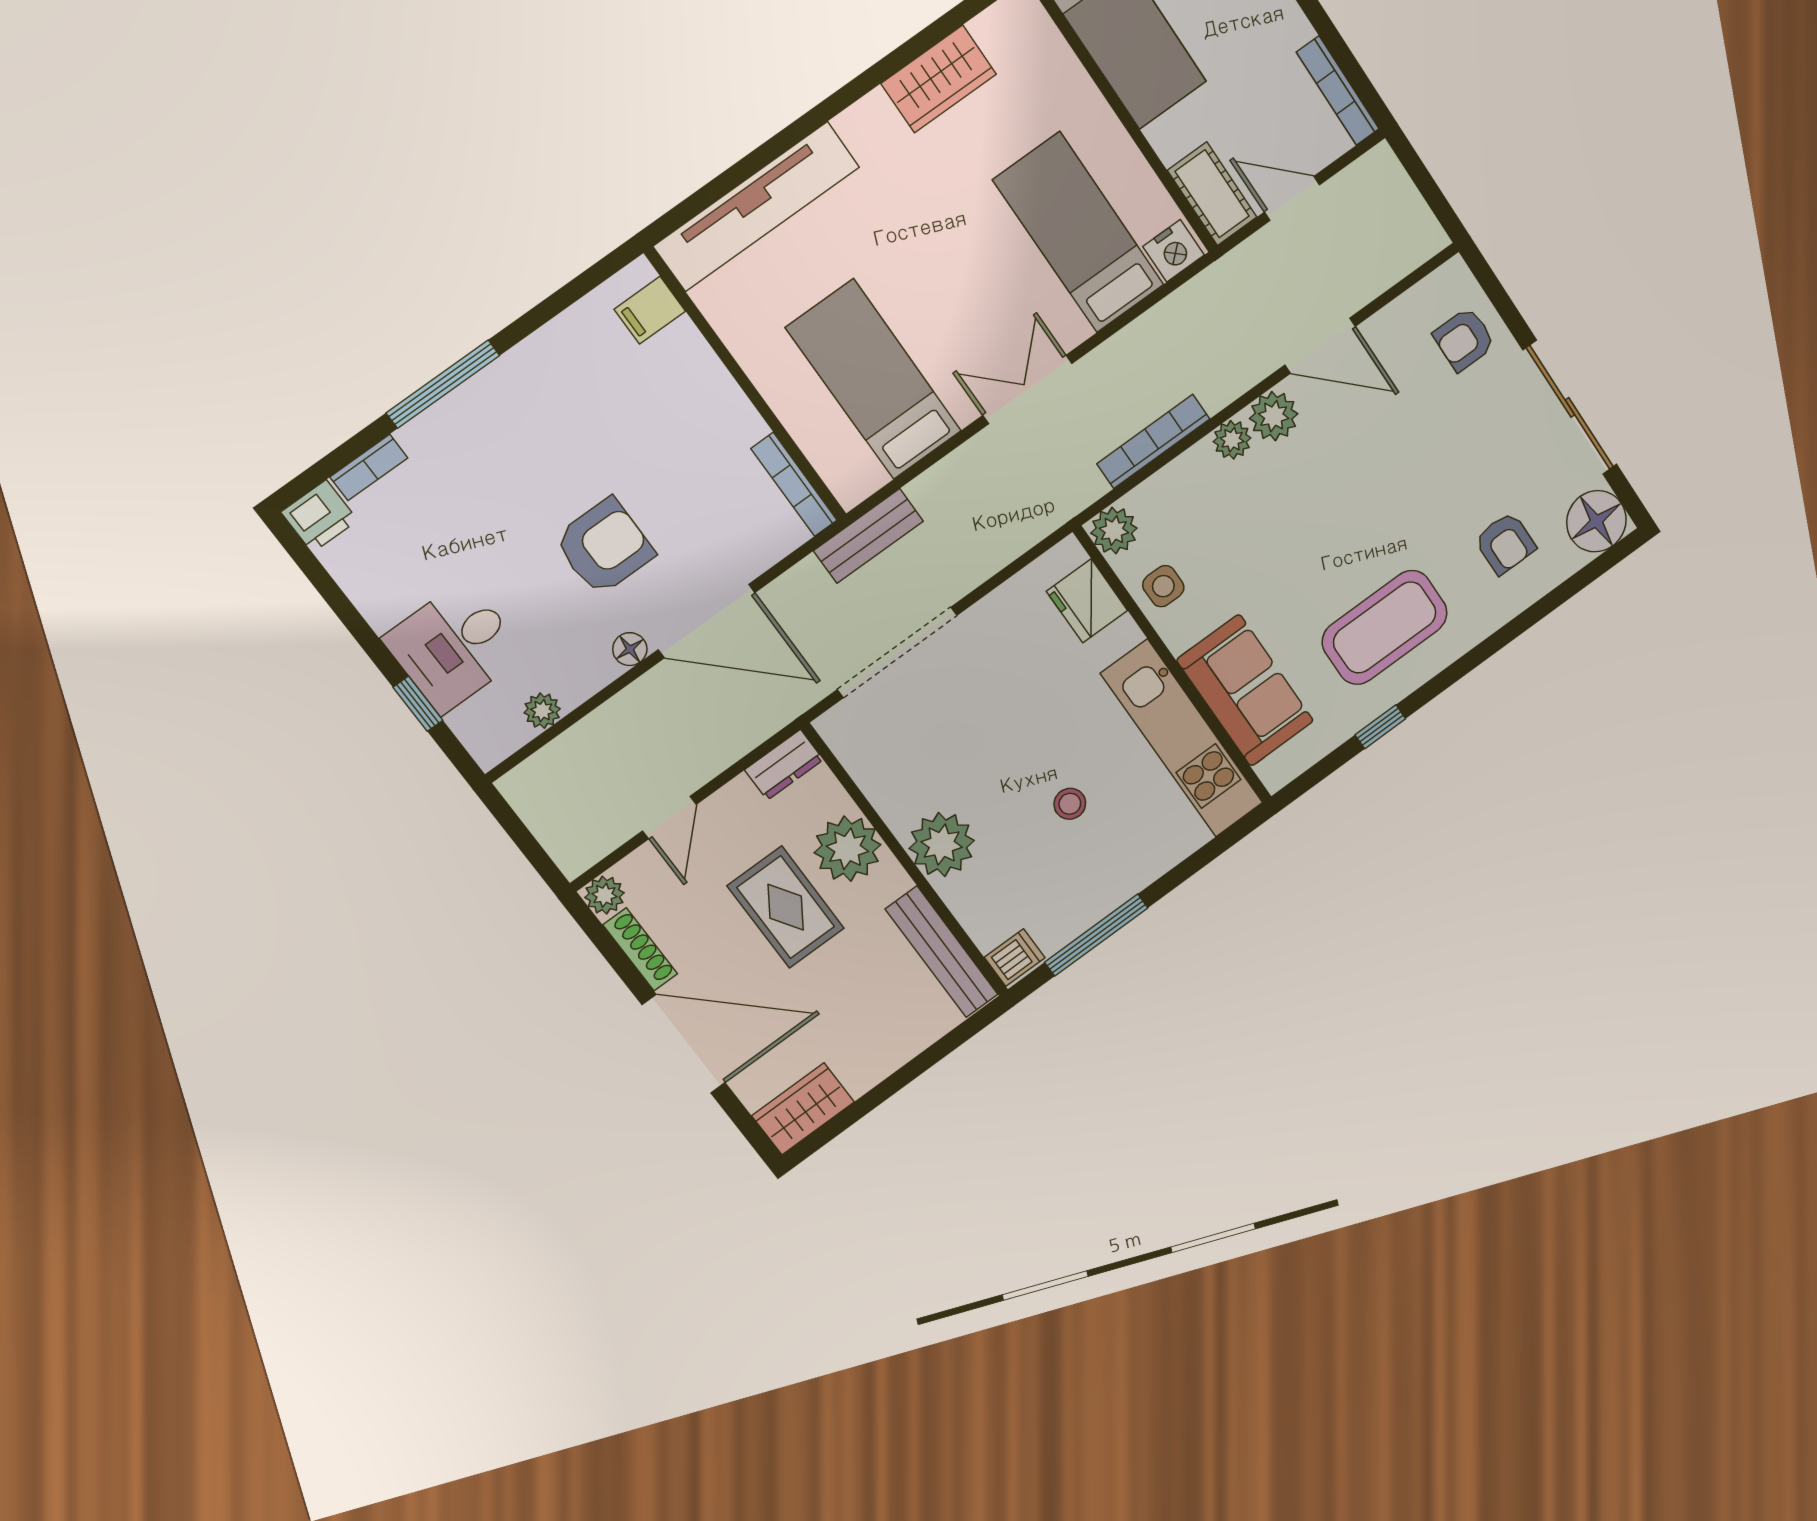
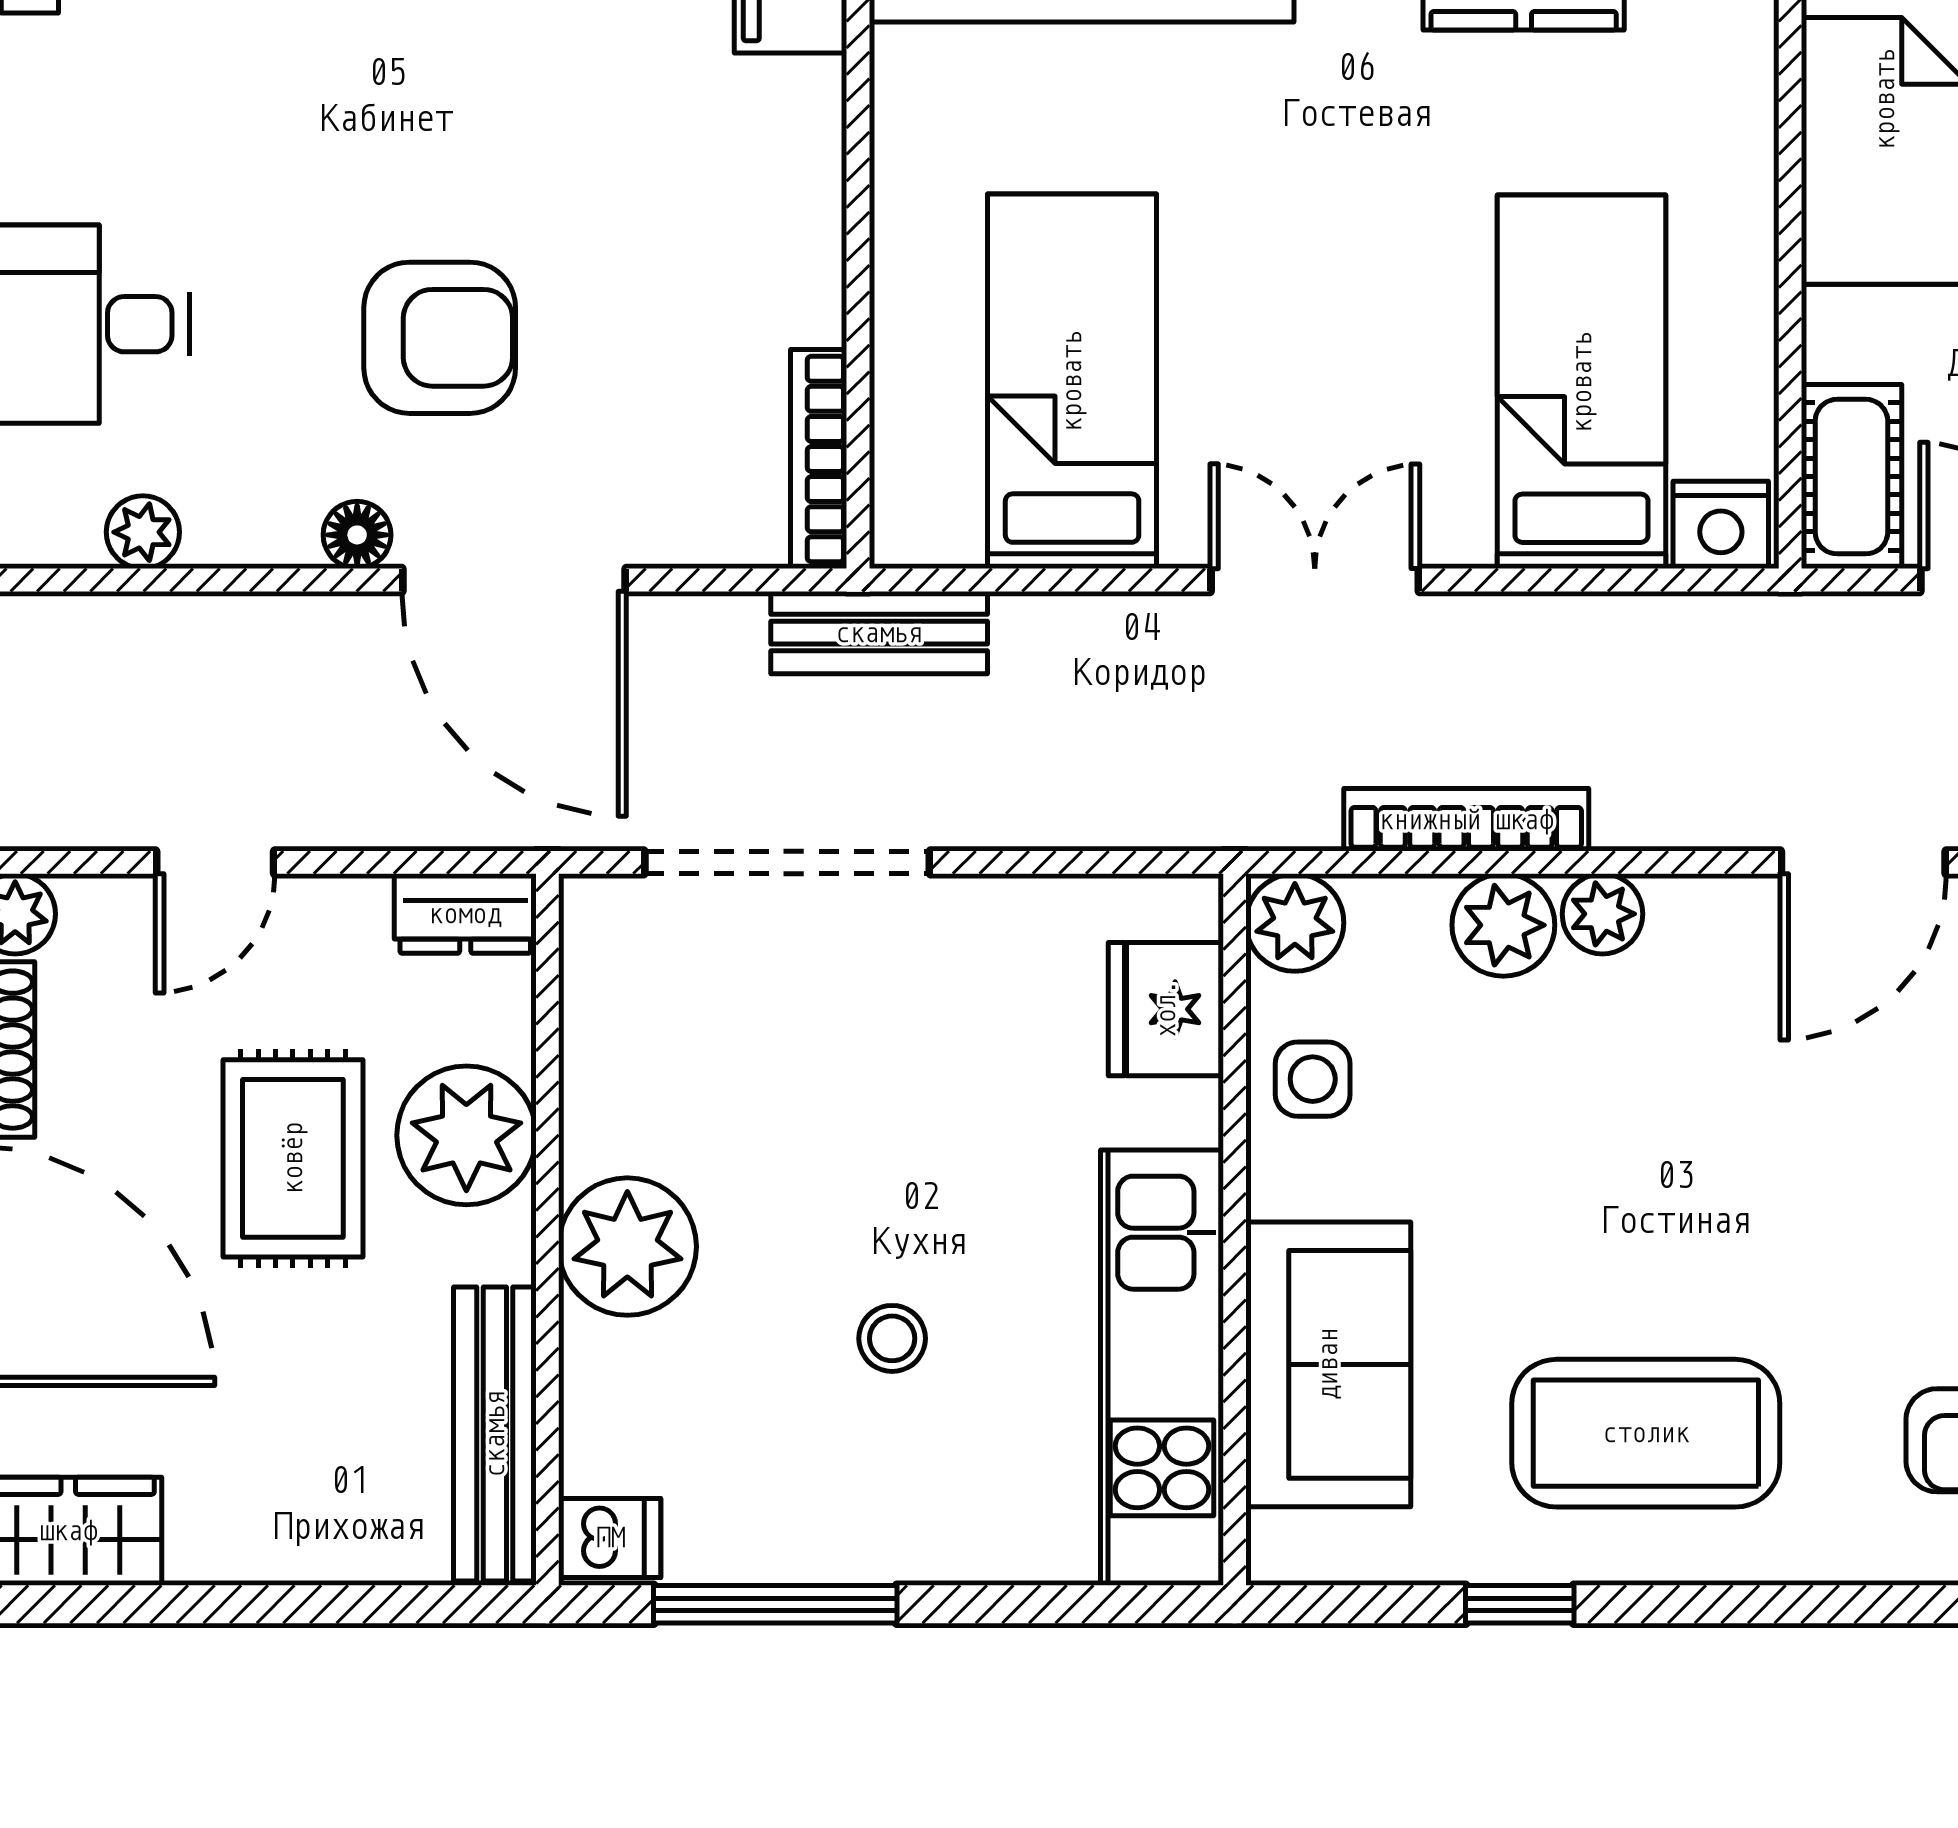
door: (1320, 346) -> (1863, 862), hinge flipped
plant: (1274, 416) -> (1503, 925), moved

